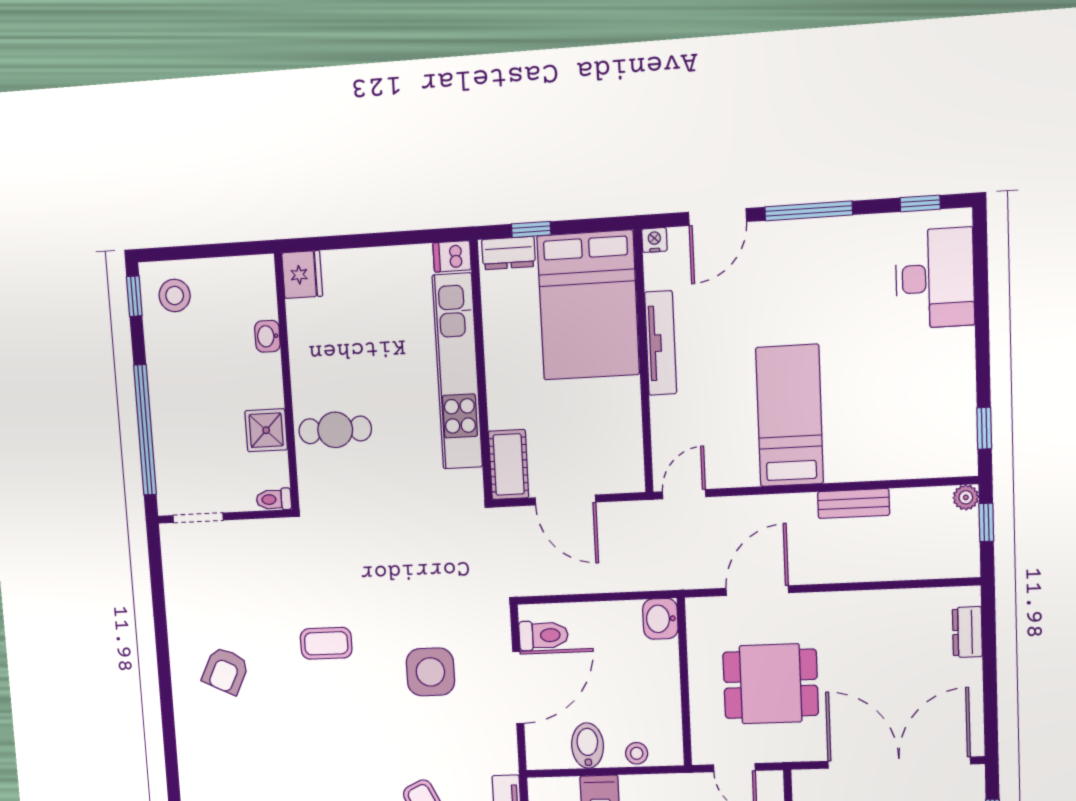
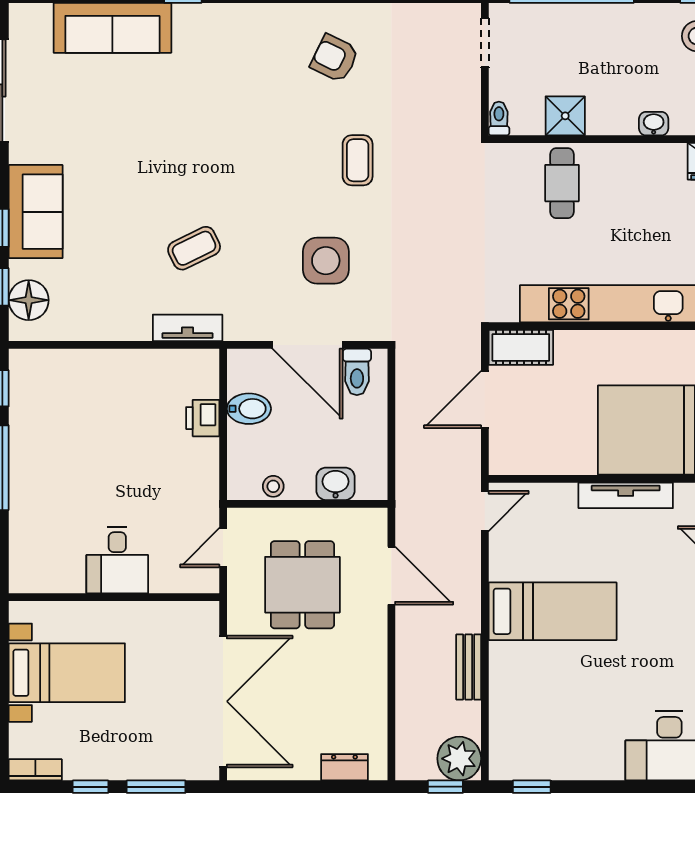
door: (684, 494) -> (485, 511), hinge flipped
plant: (966, 497) -> (459, 759), width x1.88, depth x1.88
washbasin: (660, 619) -> (336, 484), moved
stool: (637, 753) -> (273, 486), moved

